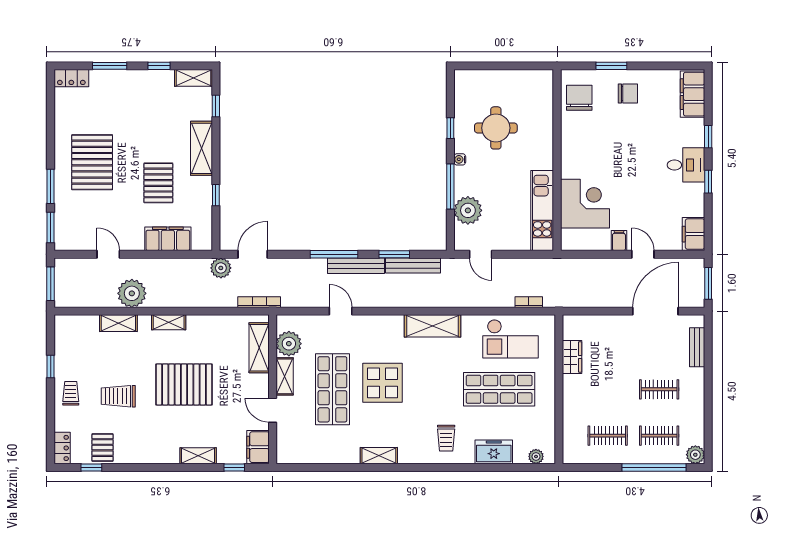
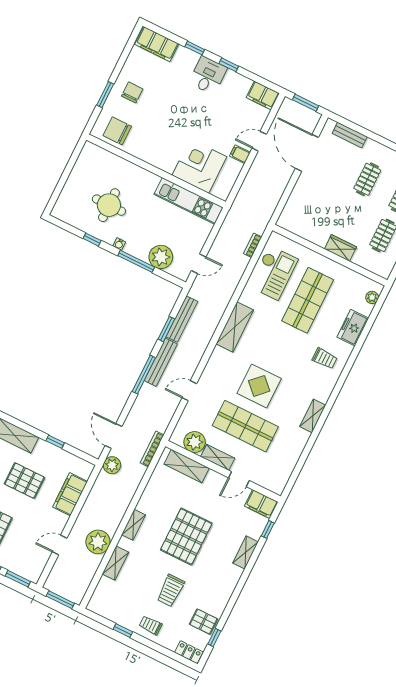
wardrobe: (572, 357) -> (340, 248), moved

